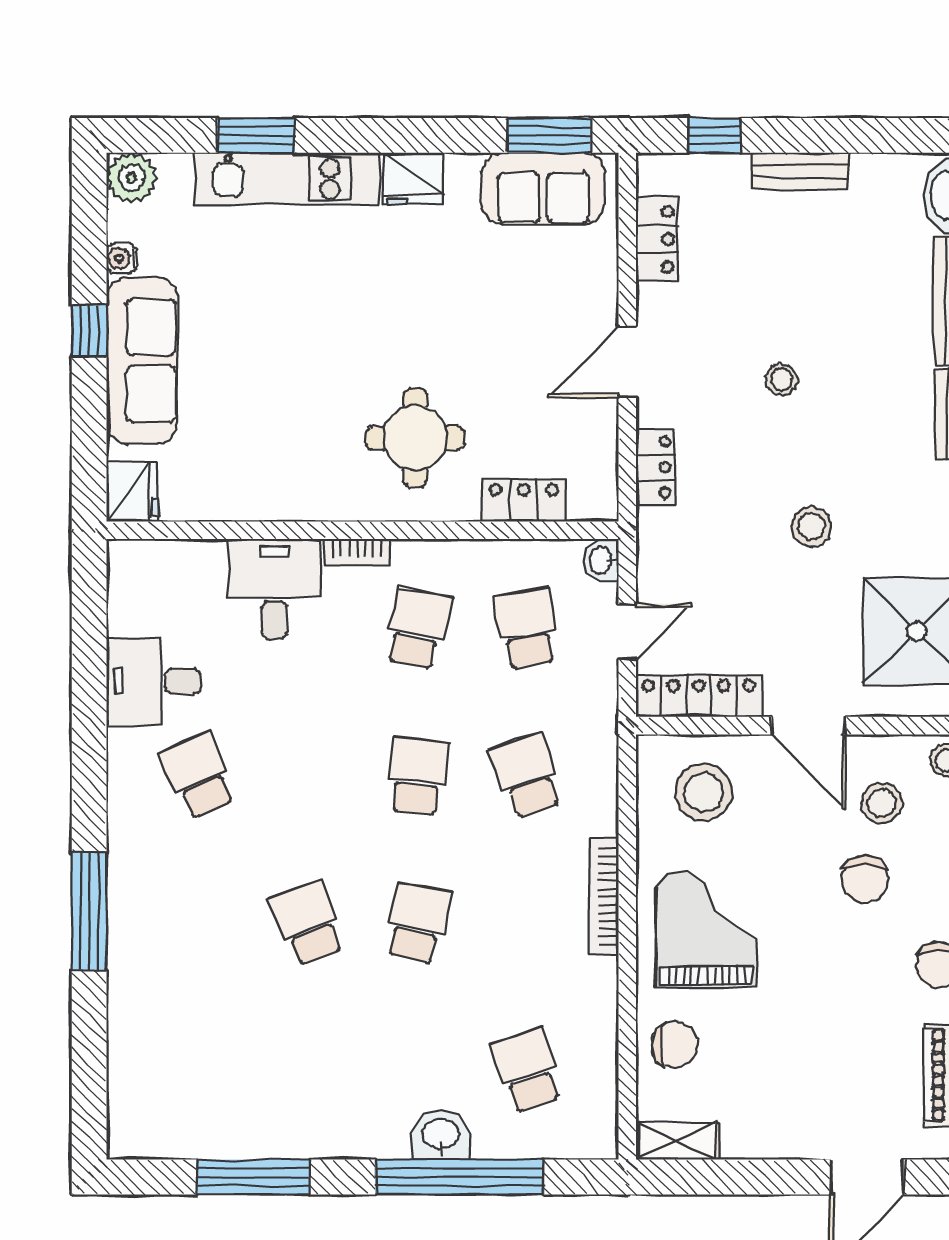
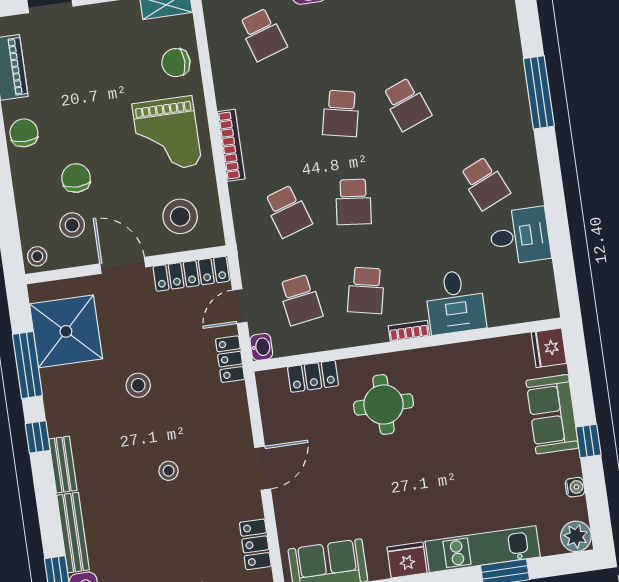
sofa: (142, 361) -> (552, 414), width x0.73
locker: (655, 467) -> (230, 359), moved

